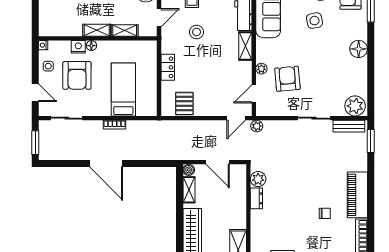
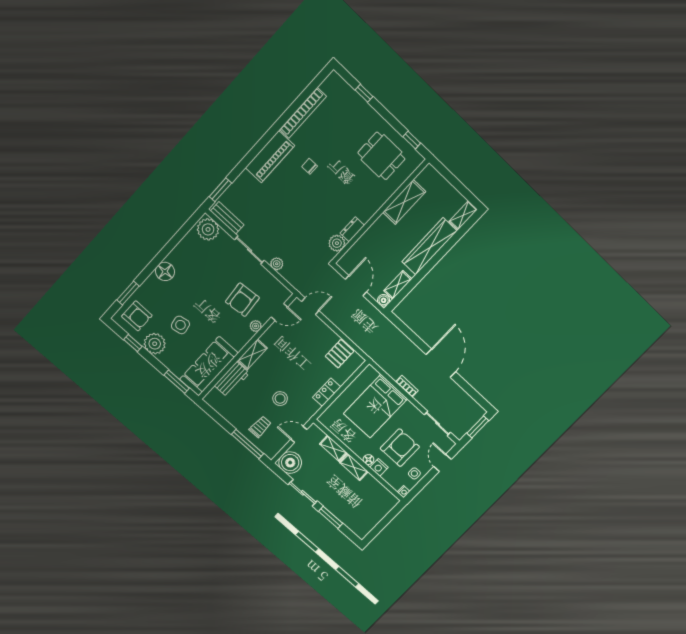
bed: (123, 89) -> (375, 406), width x1.50
plant: (257, 126) -> (277, 264), moved

